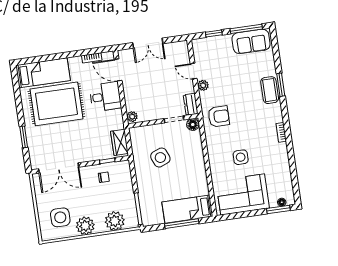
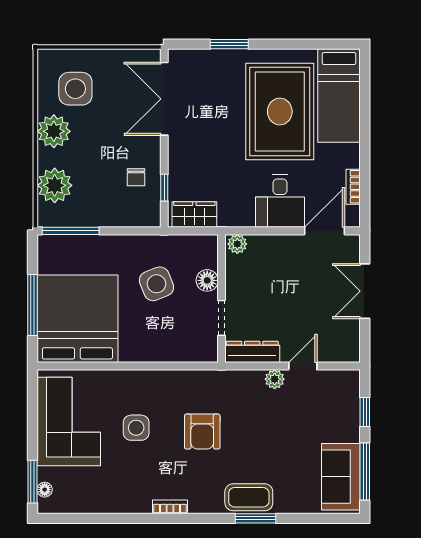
dresser: (191, 104) -> (252, 352), width x1.44
armchair: (219, 116) -> (202, 432), moved
floor lamp: (193, 125) -> (207, 280), moved
bed: (187, 209) -> (77, 319), width x2.04

